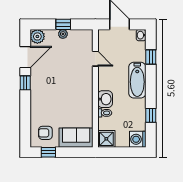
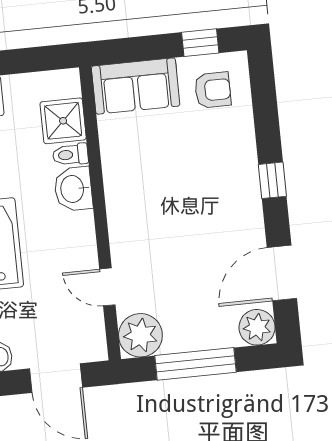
window: (63, 24) -> (196, 364), width x2.17
plant: (63, 34) -> (140, 335), moved, width x1.88, depth x1.88
window: (25, 83) -> (272, 180), moved
shower: (106, 139) -> (63, 121), moved

